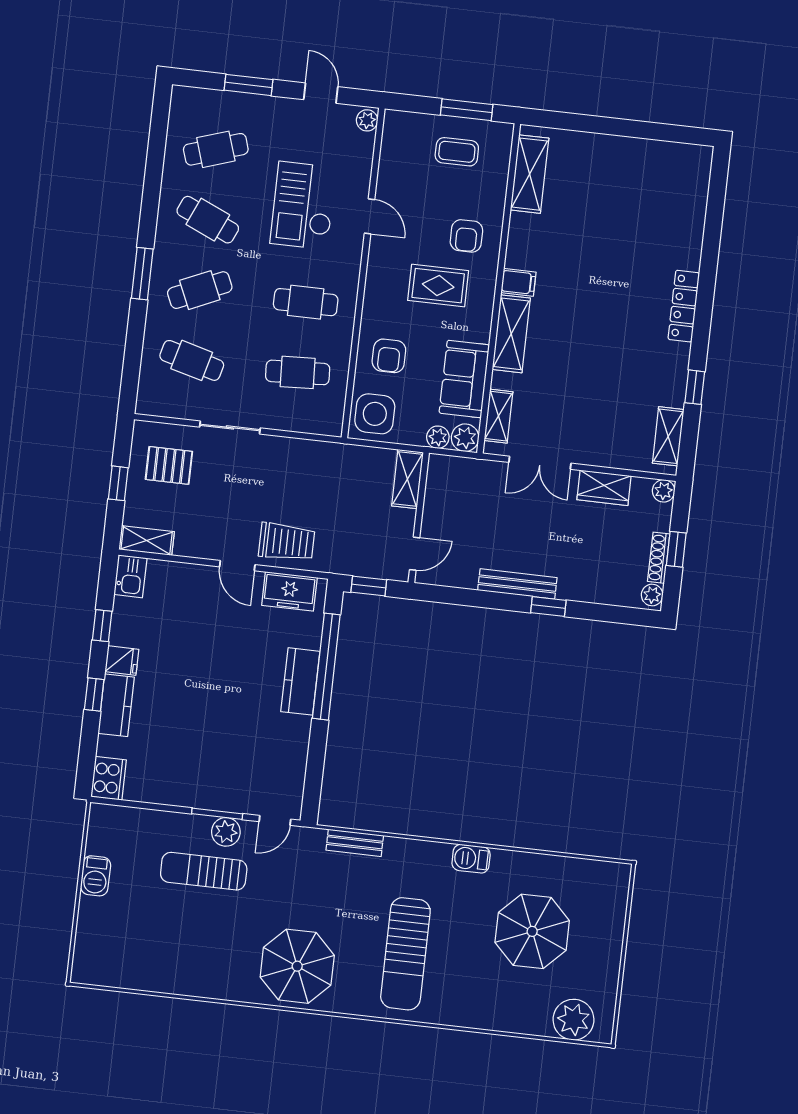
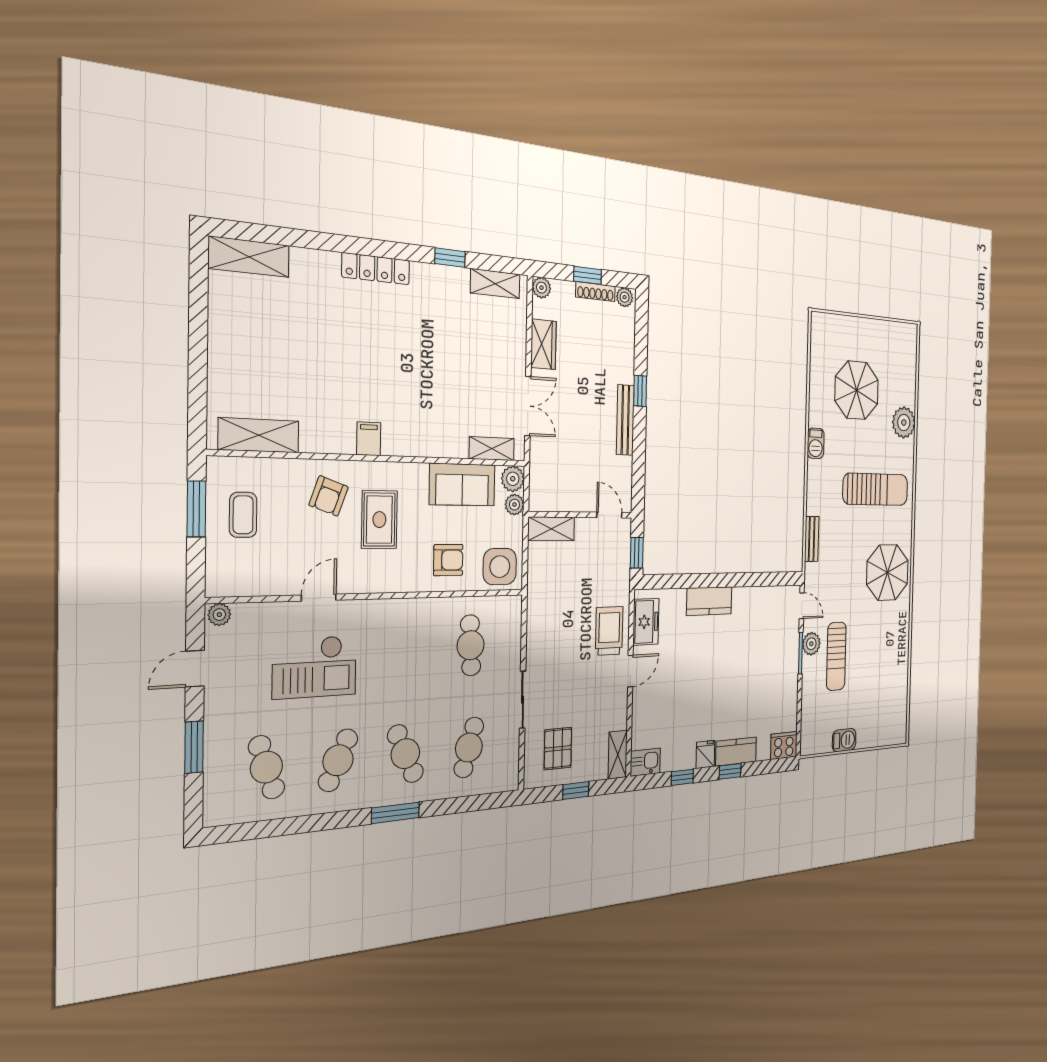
armchair: (466, 236) -> (329, 496), turned 110
cafe table: (306, 302) -> (407, 648), removed
shelving: (511, 334) -> (249, 257), moved
window: (326, 667) -> (697, 581), removed
plant: (574, 1020) -> (904, 423), moved

